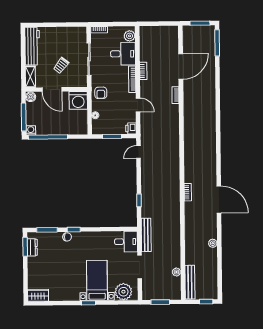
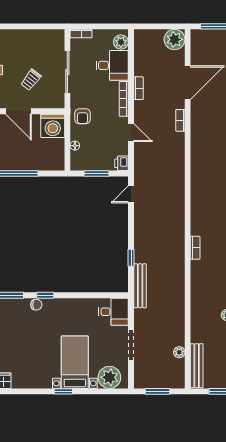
plant: (170, 34) -> (175, 39), added
bench: (146, 235) -> (140, 286), moved

